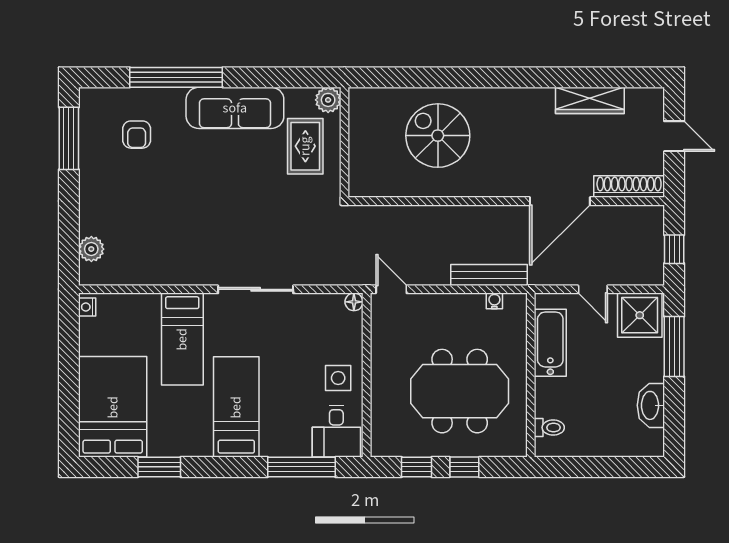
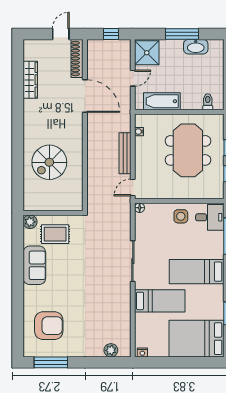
window: (176, 77) -> (18, 304), removed
sofa: (235, 108) -> (34, 265), width x0.73
armchair: (137, 135) -> (49, 326), width x1.88, depth x1.88
door: (674, 136) -> (61, 34), moved
bench: (489, 275) -> (125, 153), moved
window: (674, 347) -> (182, 34), moved

